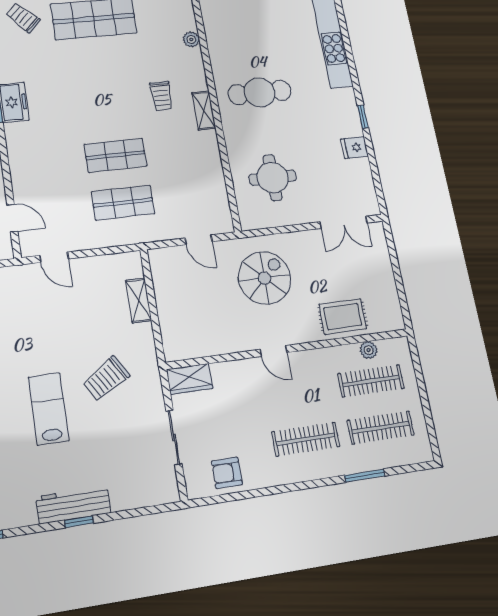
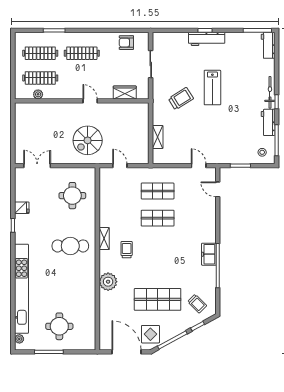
plant: (191, 39) -> (108, 282), width x1.87, depth x1.87
rug: (343, 317) -> (49, 114), removed
wardrobe: (189, 379) -> (125, 93), moved
armchair: (227, 473) -> (126, 43), turned 180

